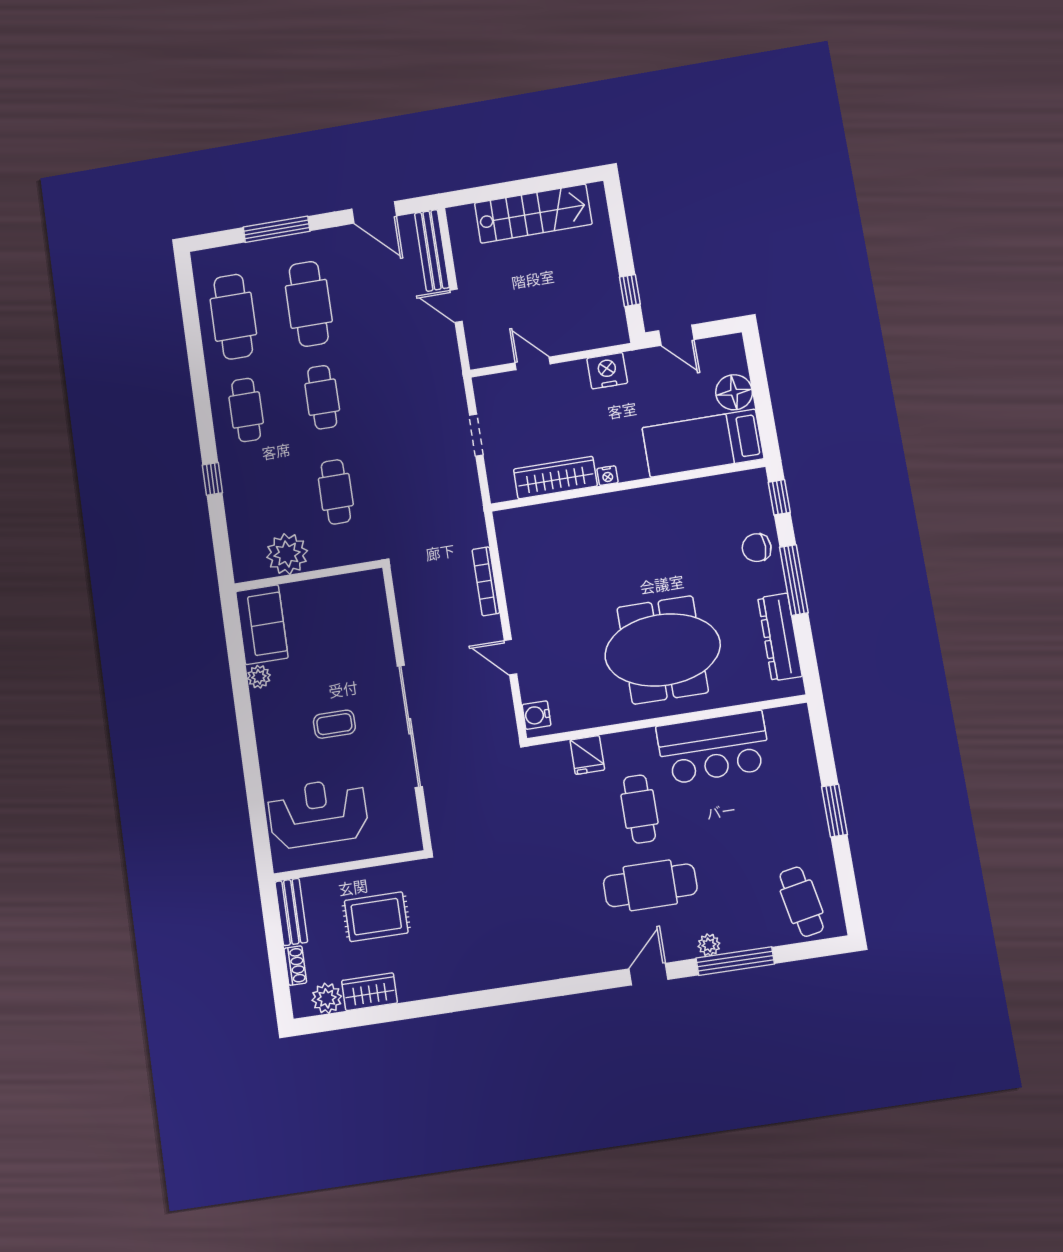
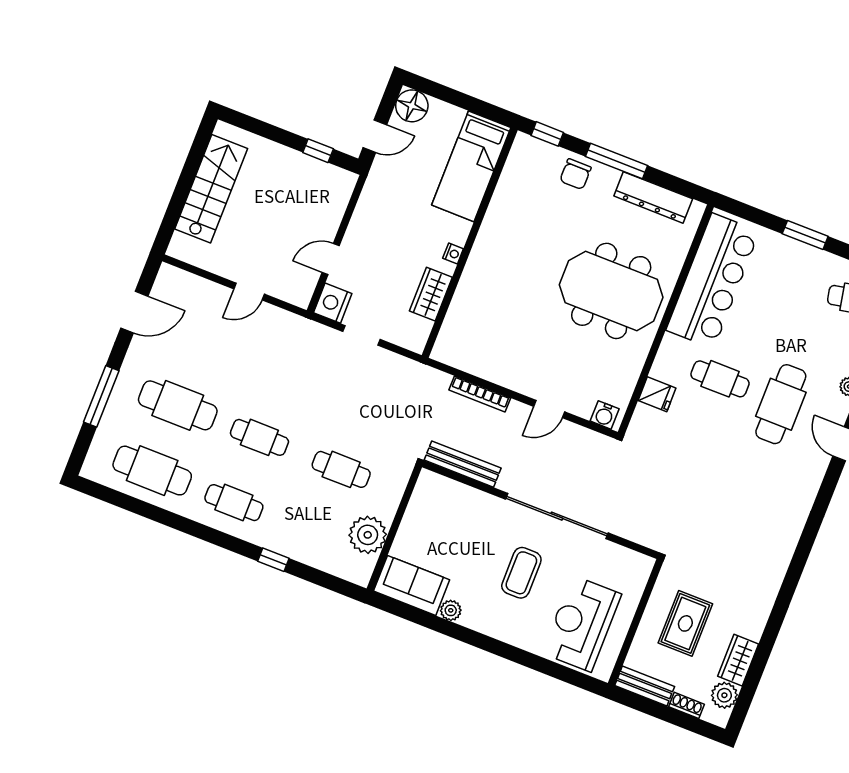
bench: (432, 250) -> (463, 464), moved
nightstand: (607, 371) -> (333, 303), moved
floor lamp: (734, 392) -> (412, 106), moved
wardrobe: (555, 478) -> (431, 294), width x0.67
meeting table: (663, 650) -> (611, 291), turned 90
coffee table: (334, 724) -> (521, 573), width x1.36, depth x1.30
bar counter: (713, 747) -> (713, 281), width x1.36

